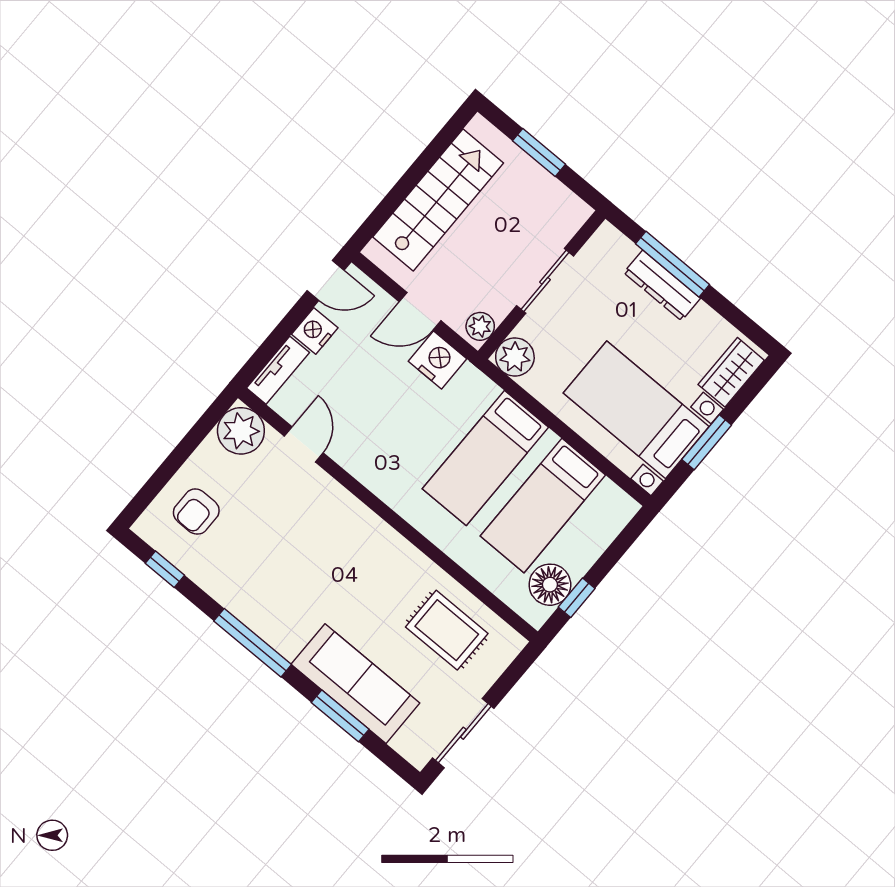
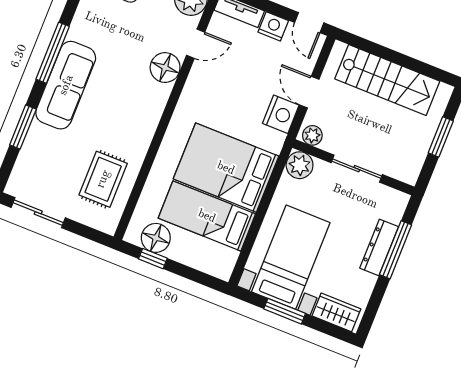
bed: (485, 458) -> (226, 168), width x1.50
floor lamp: (323, 496) -> (165, 68), added
sofa: (355, 684) -> (66, 85), moved

